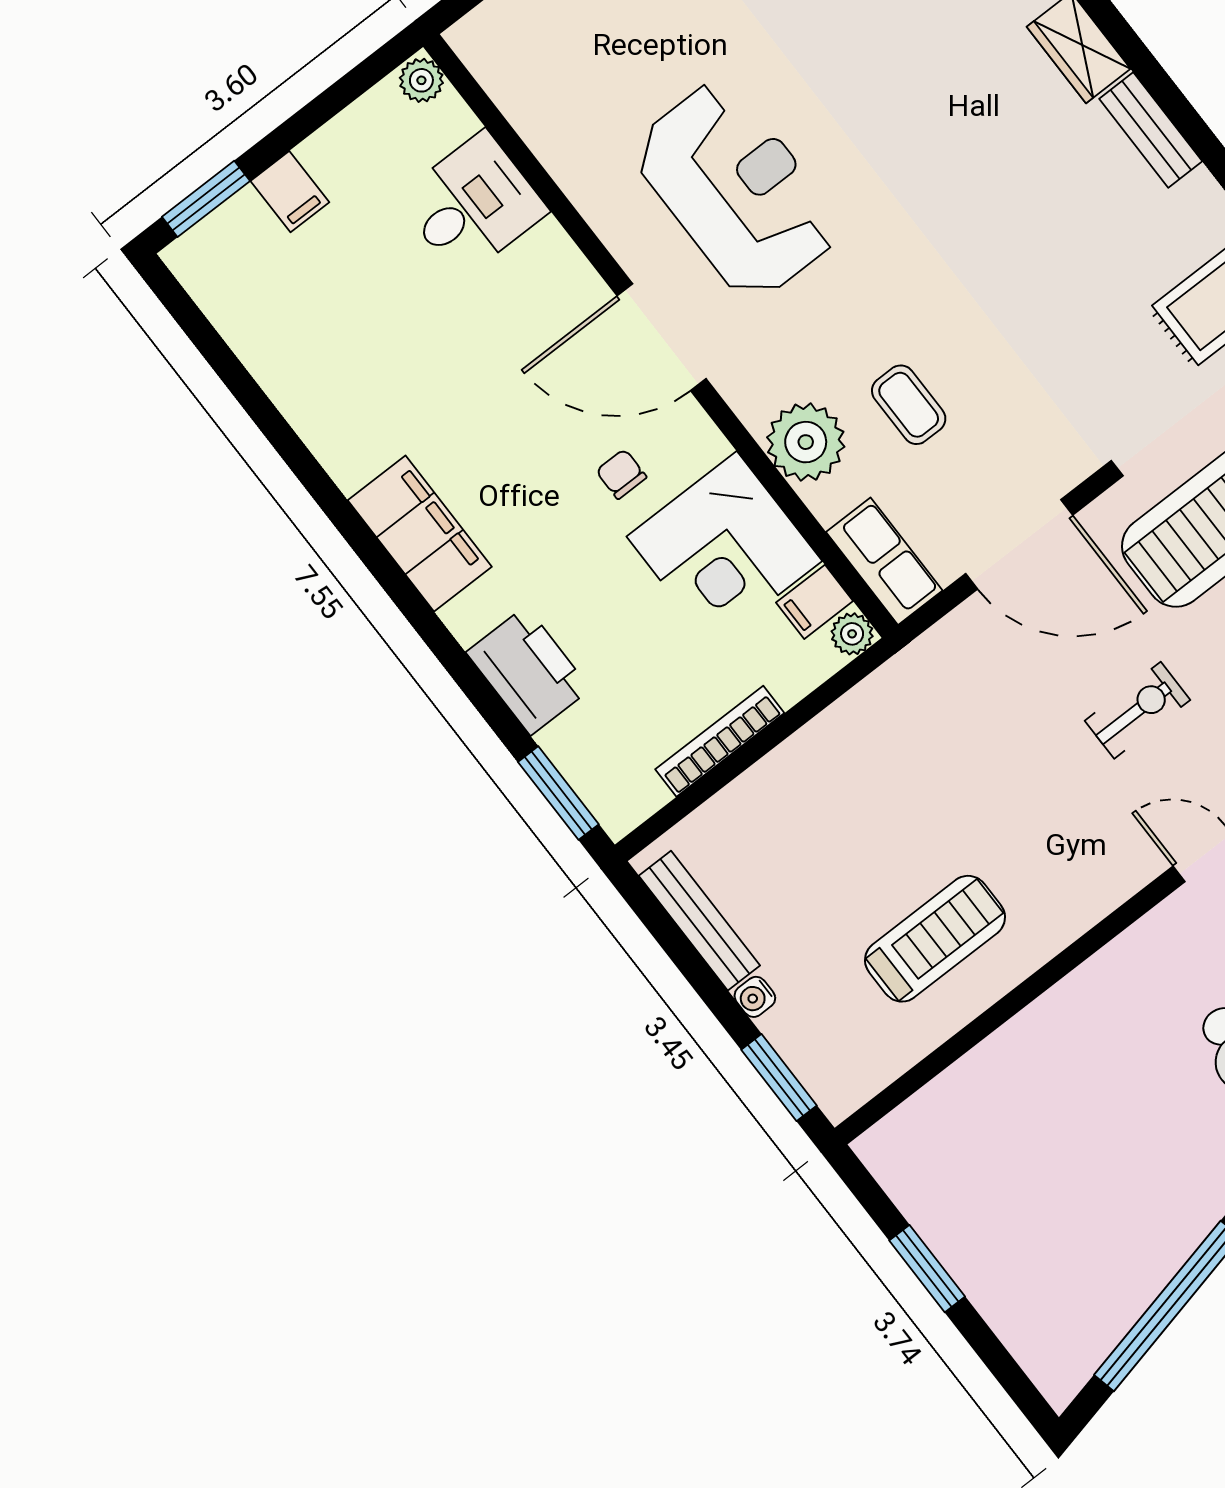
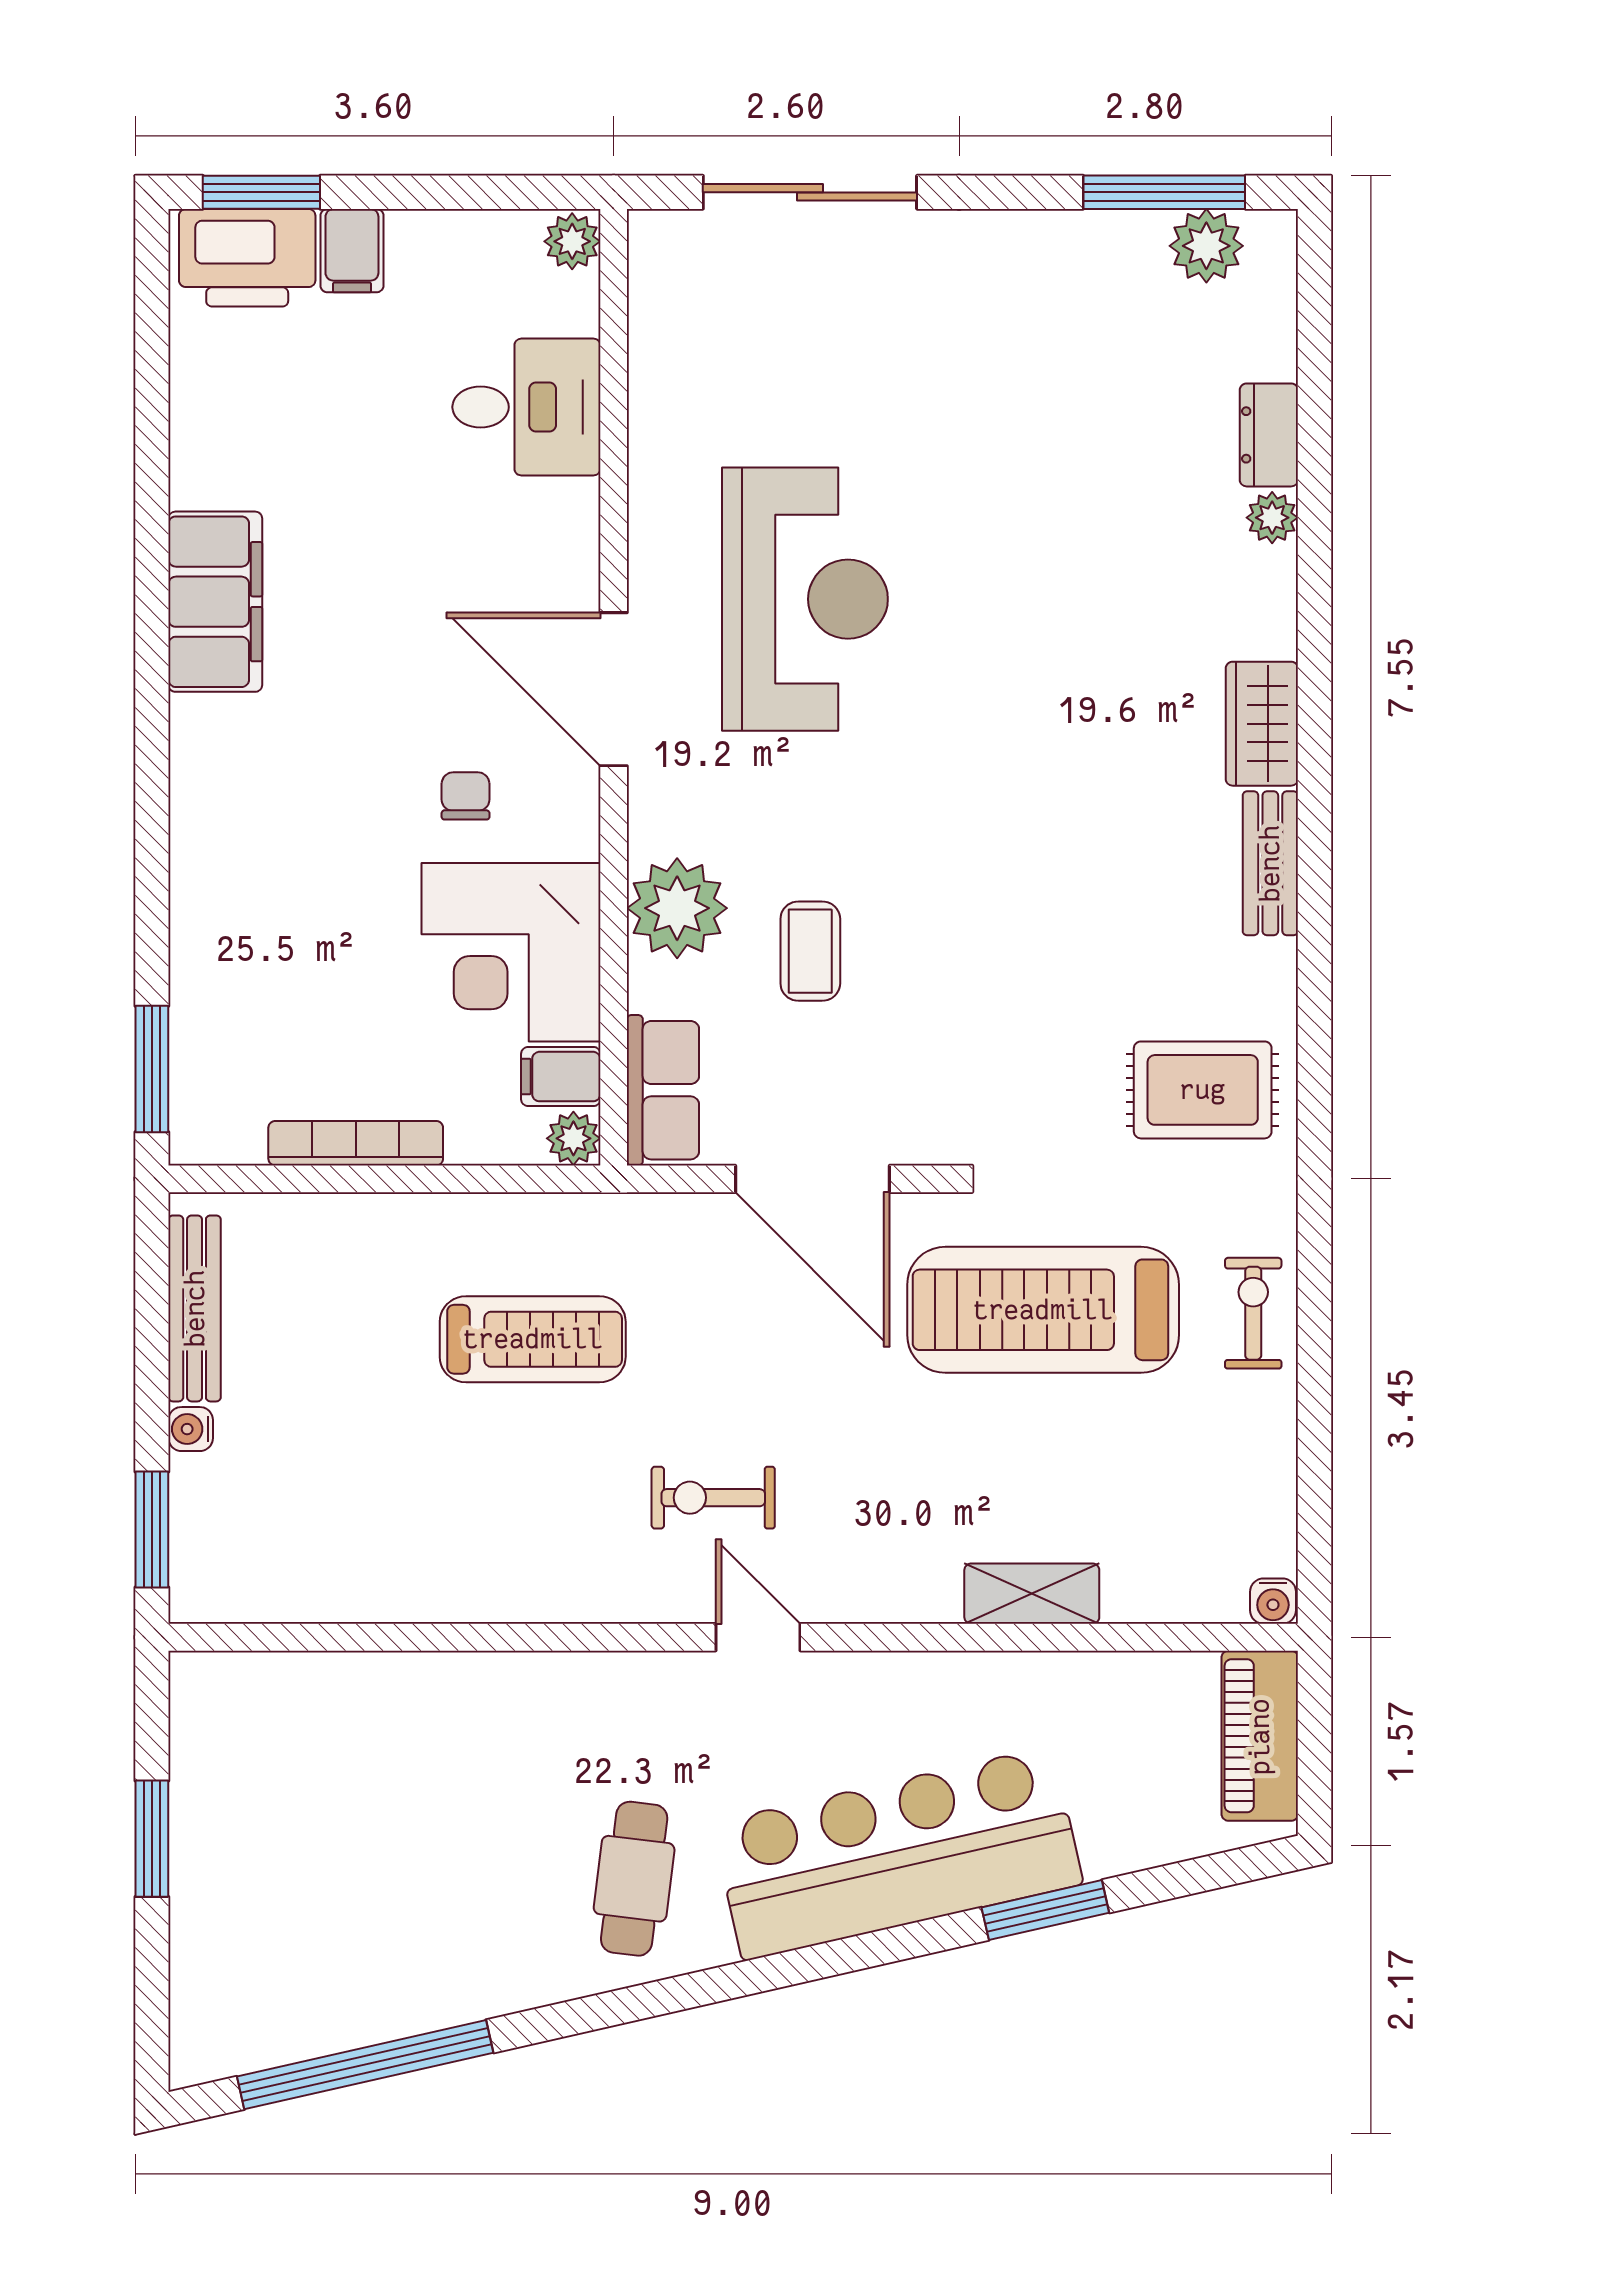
filing cabinet: (420, 533) -> (215, 602), moved
printer: (528, 671) -> (247, 258), moved, turned 90
exercise bike: (1137, 710) -> (713, 1498), moved, turned 180
treadmill: (935, 939) -> (533, 1339), moved

